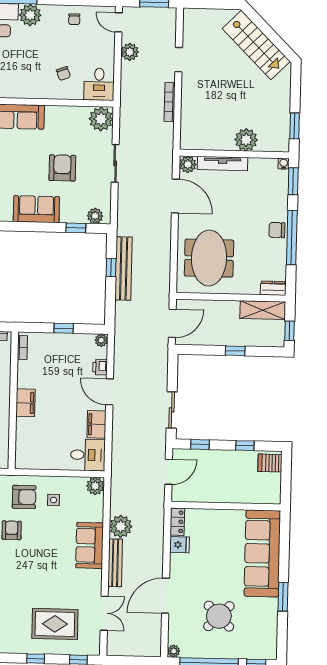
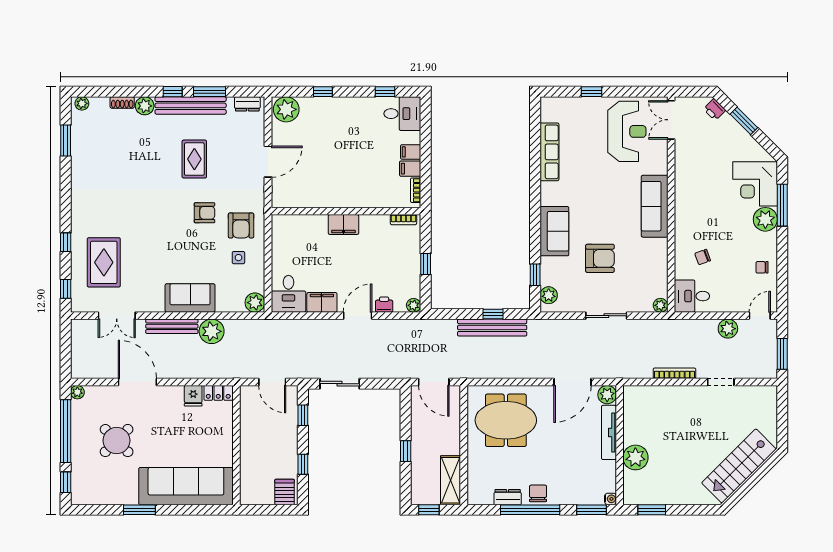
plant: (101, 119) -> (660, 305), width x0.53, depth x0.53
dresser: (273, 288) -> (508, 497), moved, turned -90

